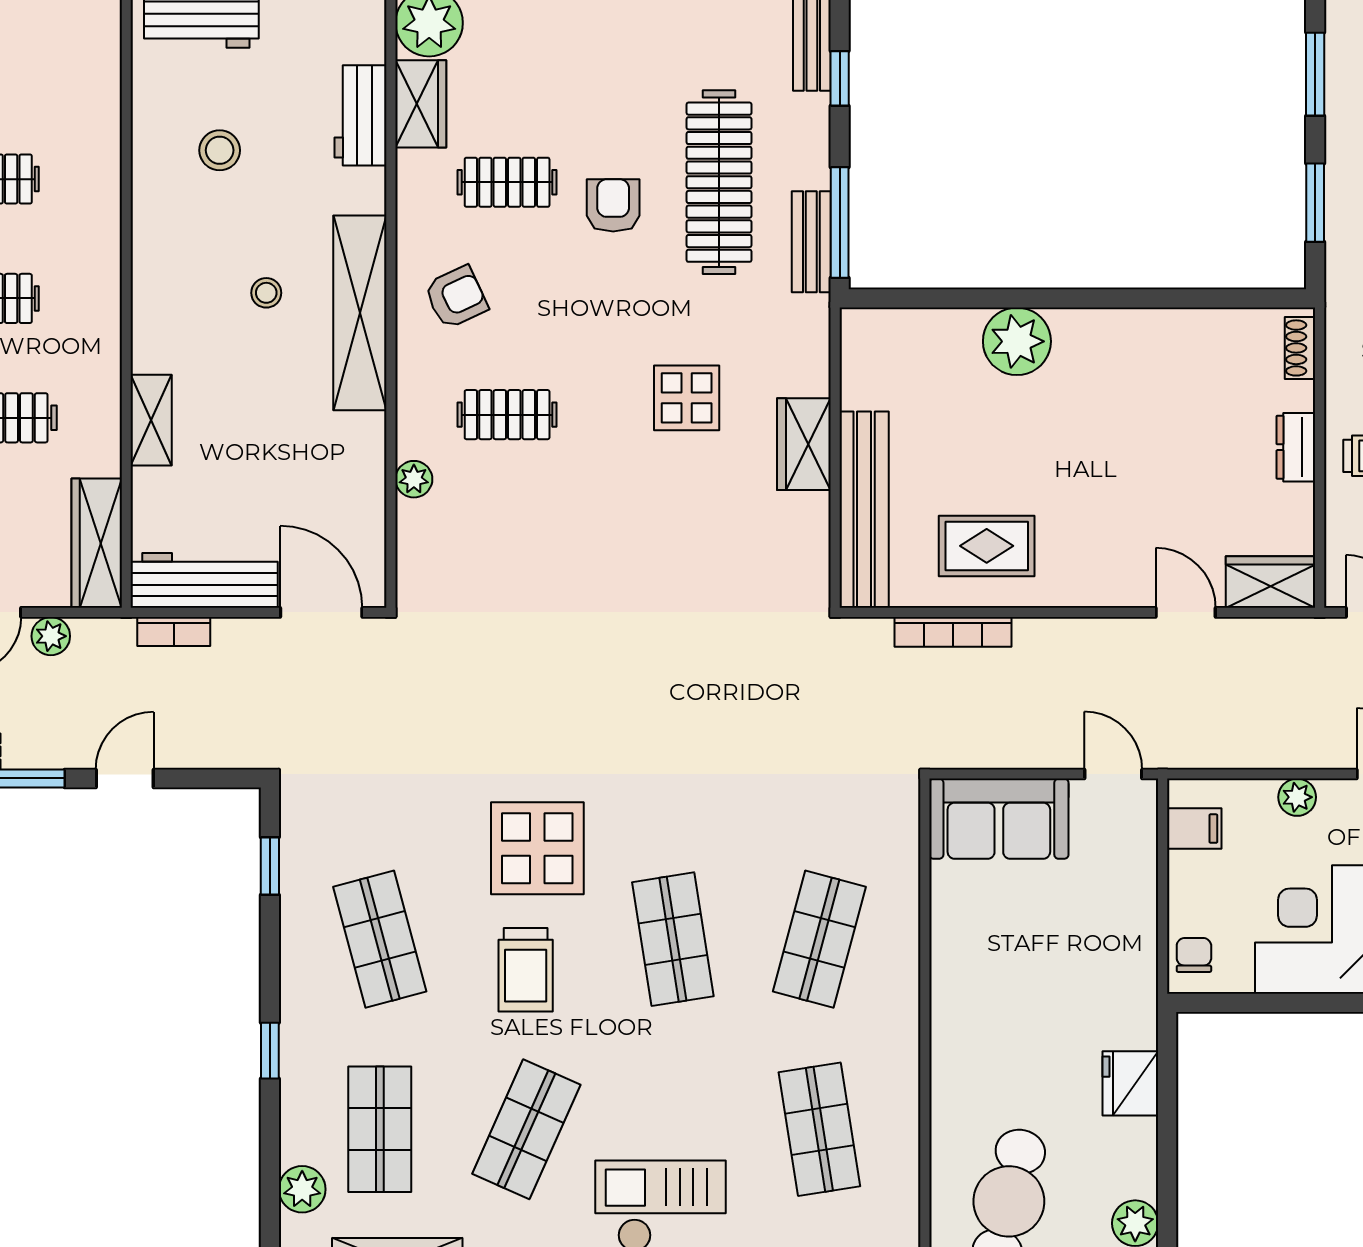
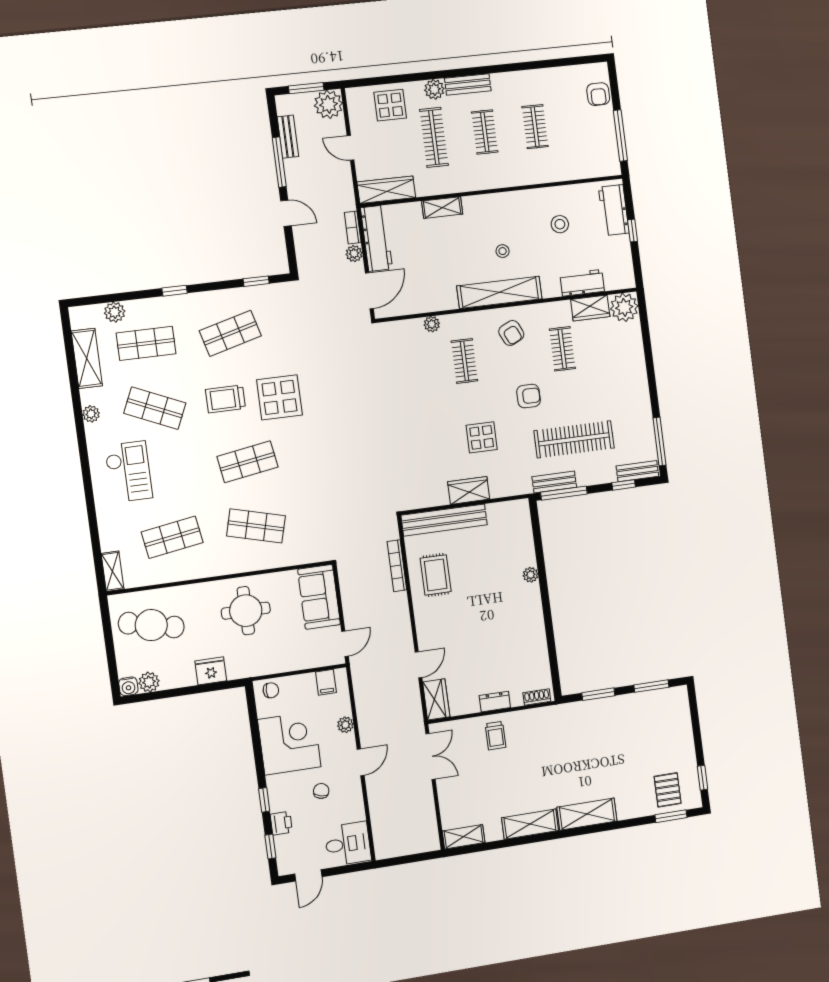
armchair: (613, 205) -> (529, 396), moved
plant: (1017, 341) -> (531, 575), width x0.53, depth x0.53
plant: (51, 636) -> (354, 254), moved
round table: (1007, 987) -> (246, 611), added

